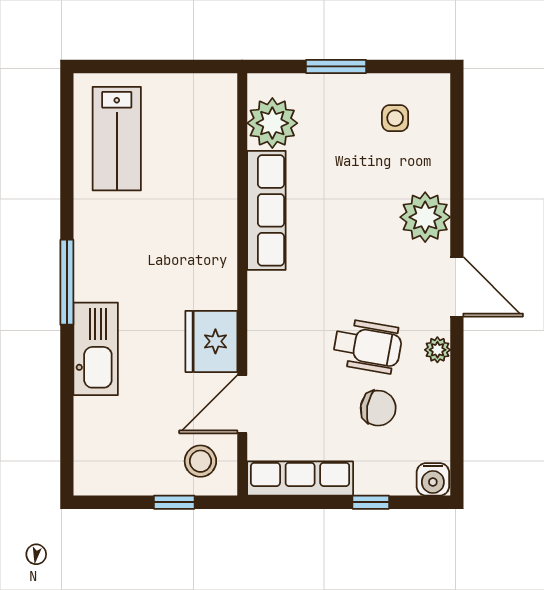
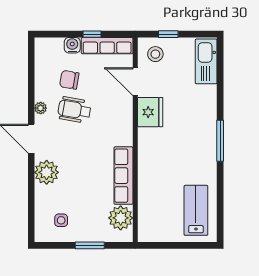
kitchen sink: (96, 349) -> (206, 61), moved
door: (242, 404) -> (135, 82), swing flipped
water cooler: (433, 479) -> (72, 45), moved
window: (371, 502) -> (92, 34), moved

